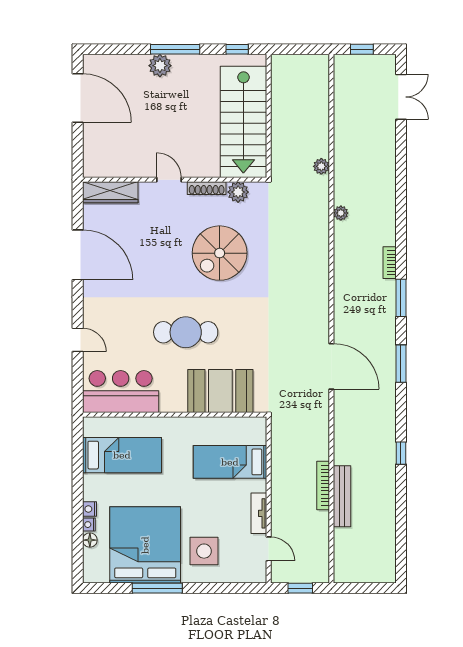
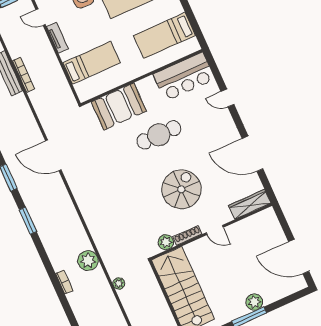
plant: (341, 213) -> (88, 261), width x1.87, depth x1.87
spiral stairs: (220, 253) -> (181, 189), moved
bookcase: (390, 263) -> (64, 282), moved

